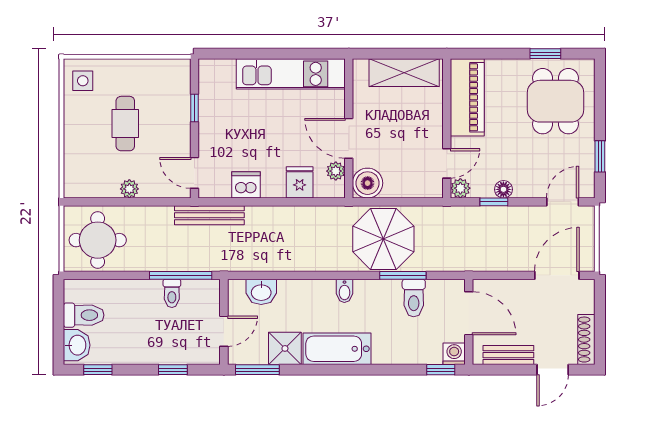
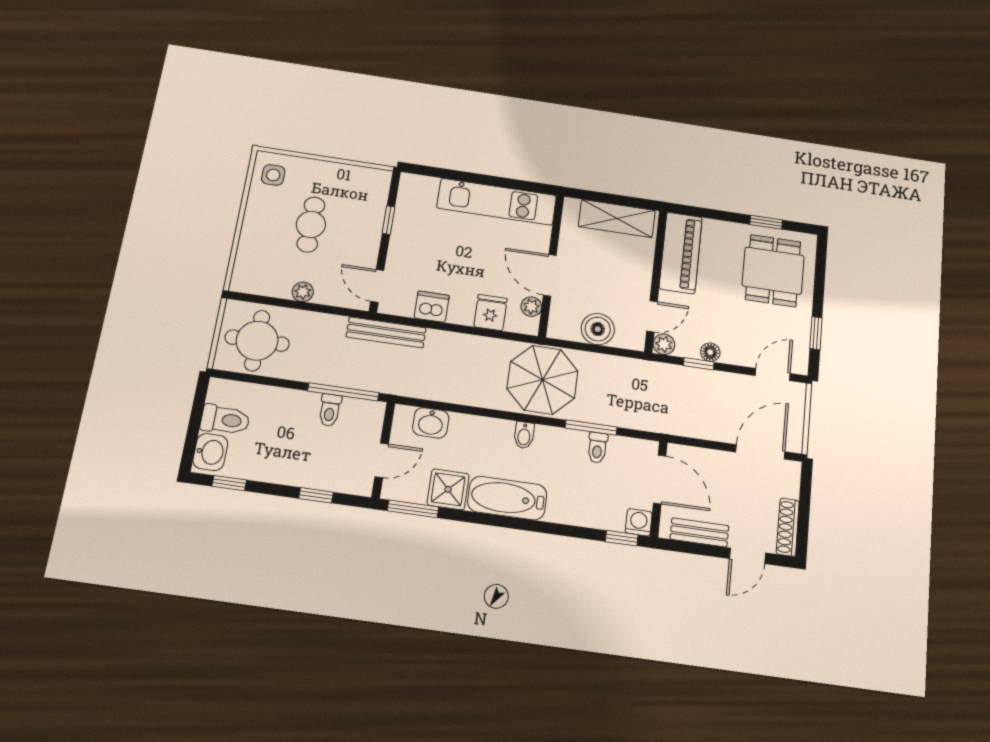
boiler: (368, 183) -> (598, 329), moved
parasol: (383, 239) -> (542, 380), moved
toilet: (414, 298) -> (597, 448), width x0.73, depth x0.72

